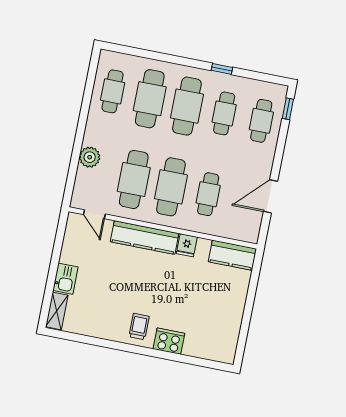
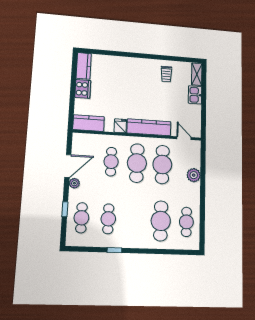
cafe table: (187, 106) -> (135, 220), removed
window: (288, 109) -> (65, 209), moved
plant: (265, 171) -> (74, 183), added
trolley: (139, 327) -> (166, 74), moved
cooker: (169, 341) -> (83, 89), moved, turned -90
kitchen counter: (227, 343) -> (84, 66), added

